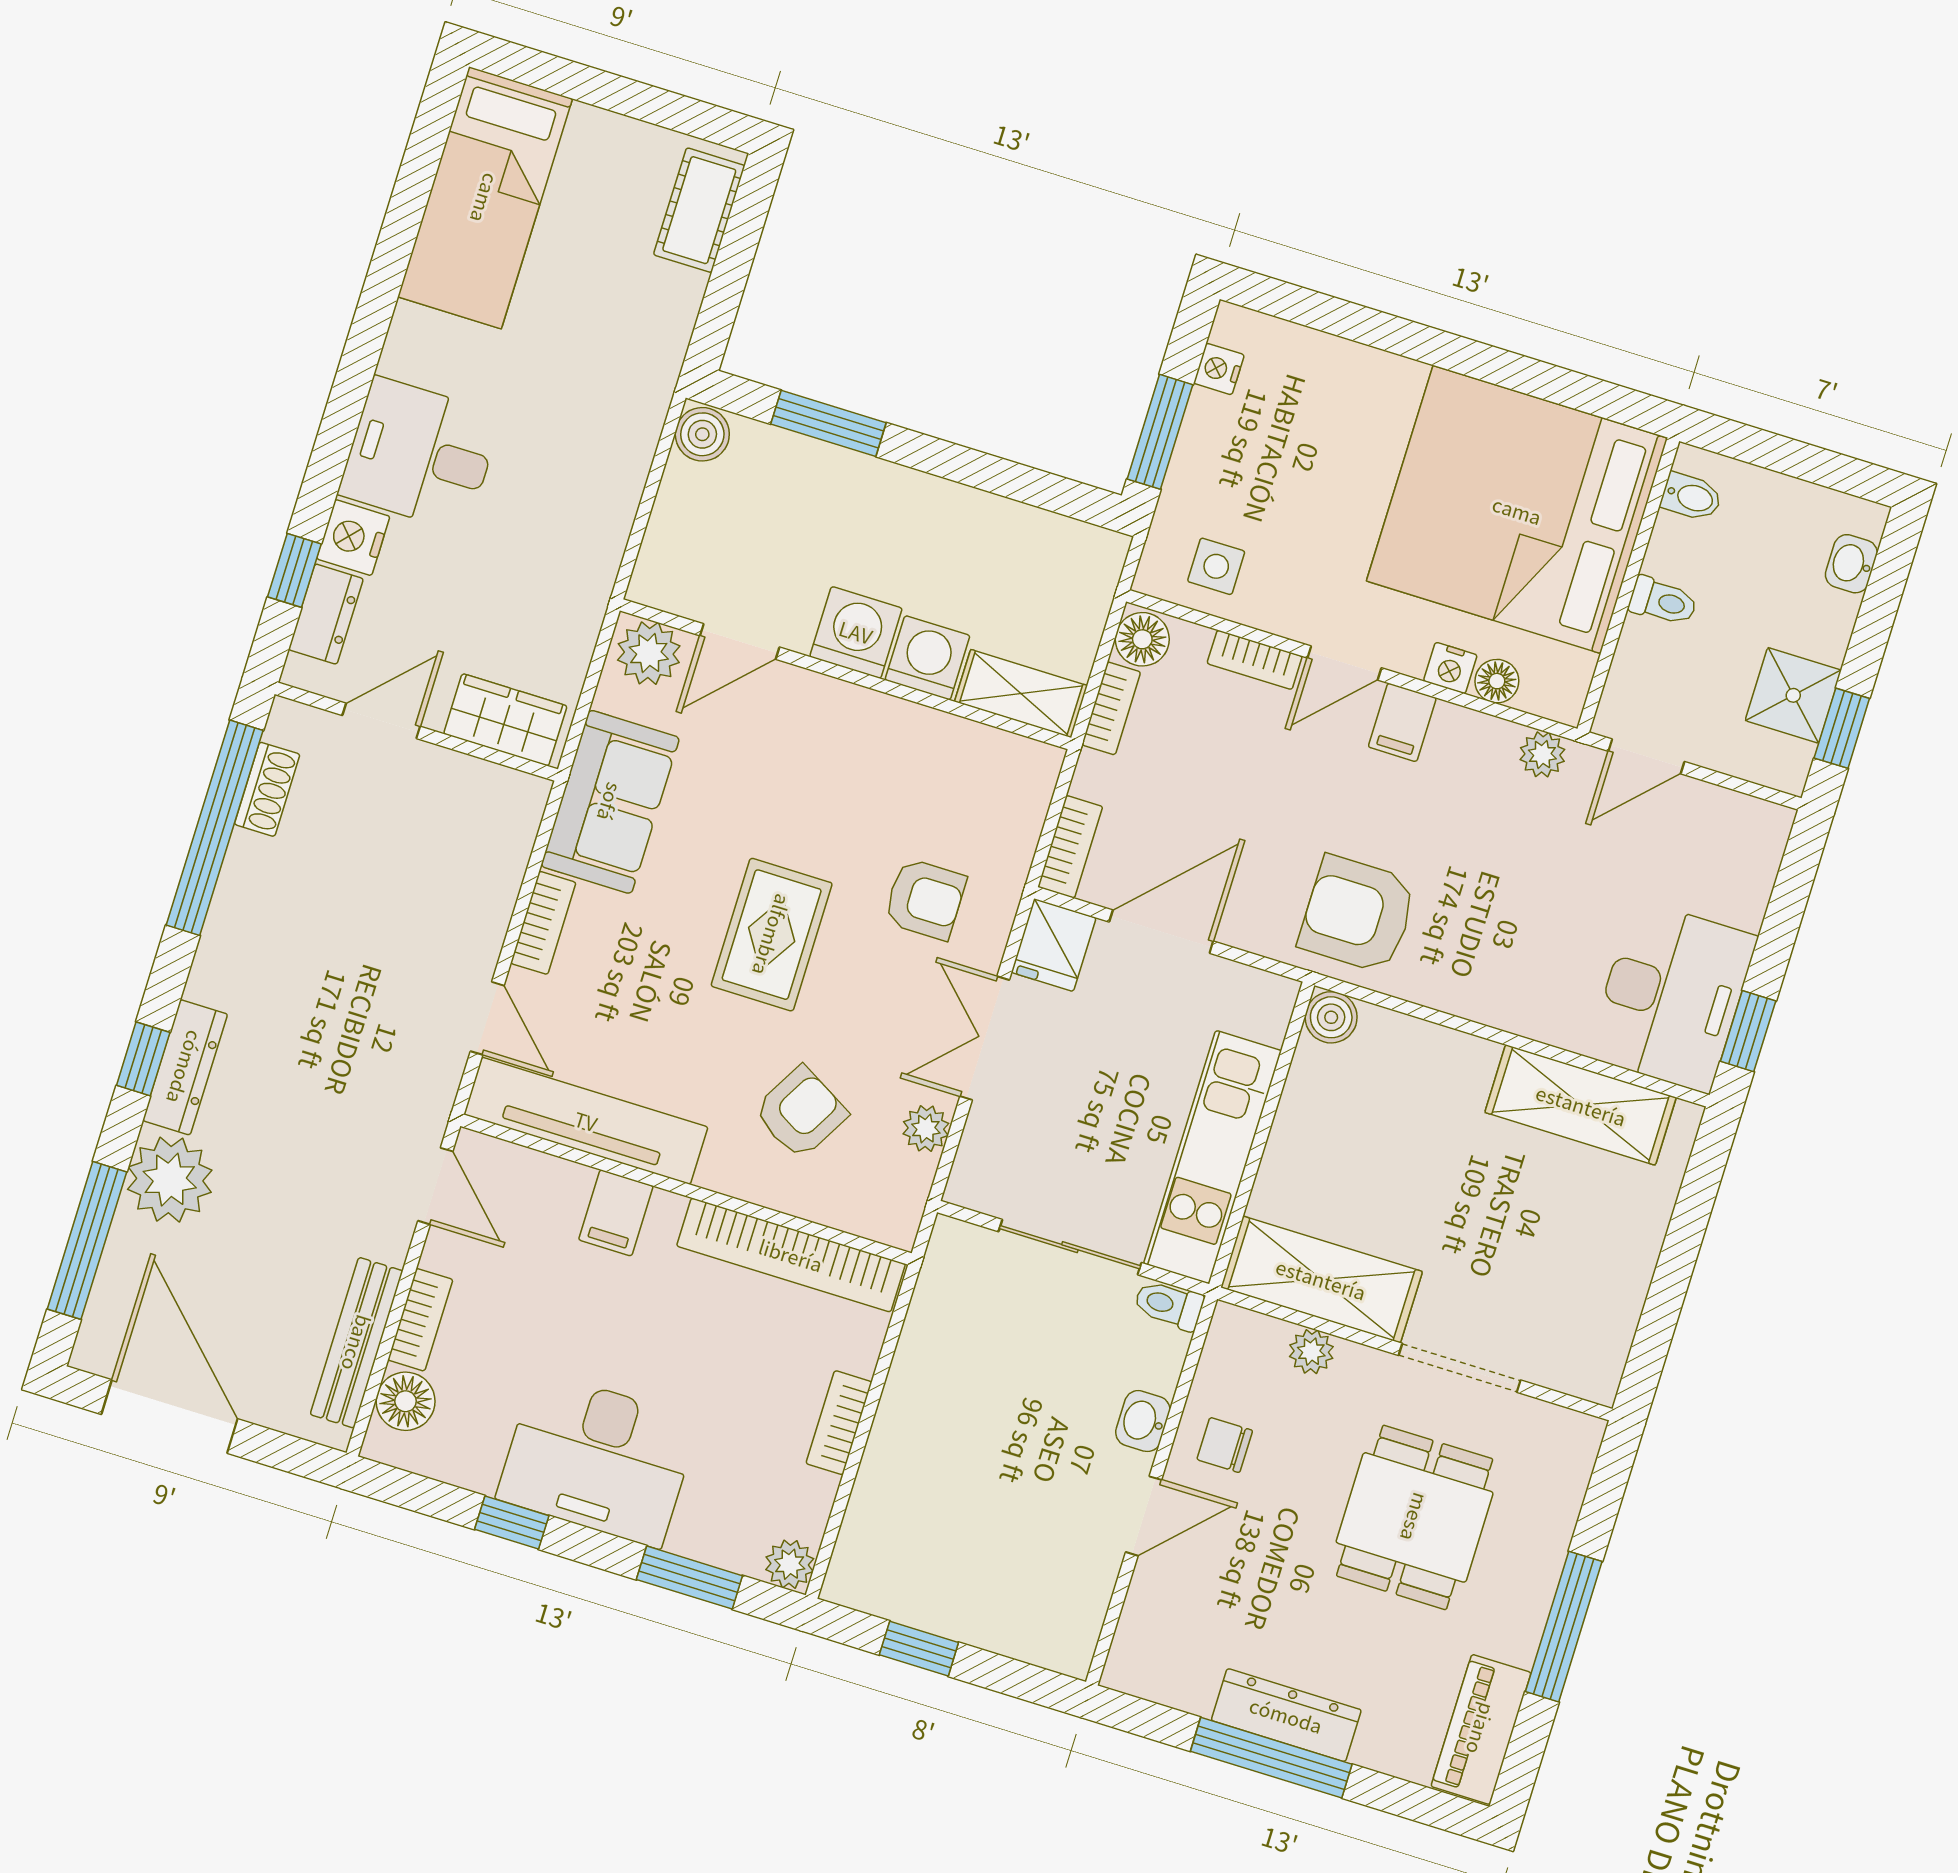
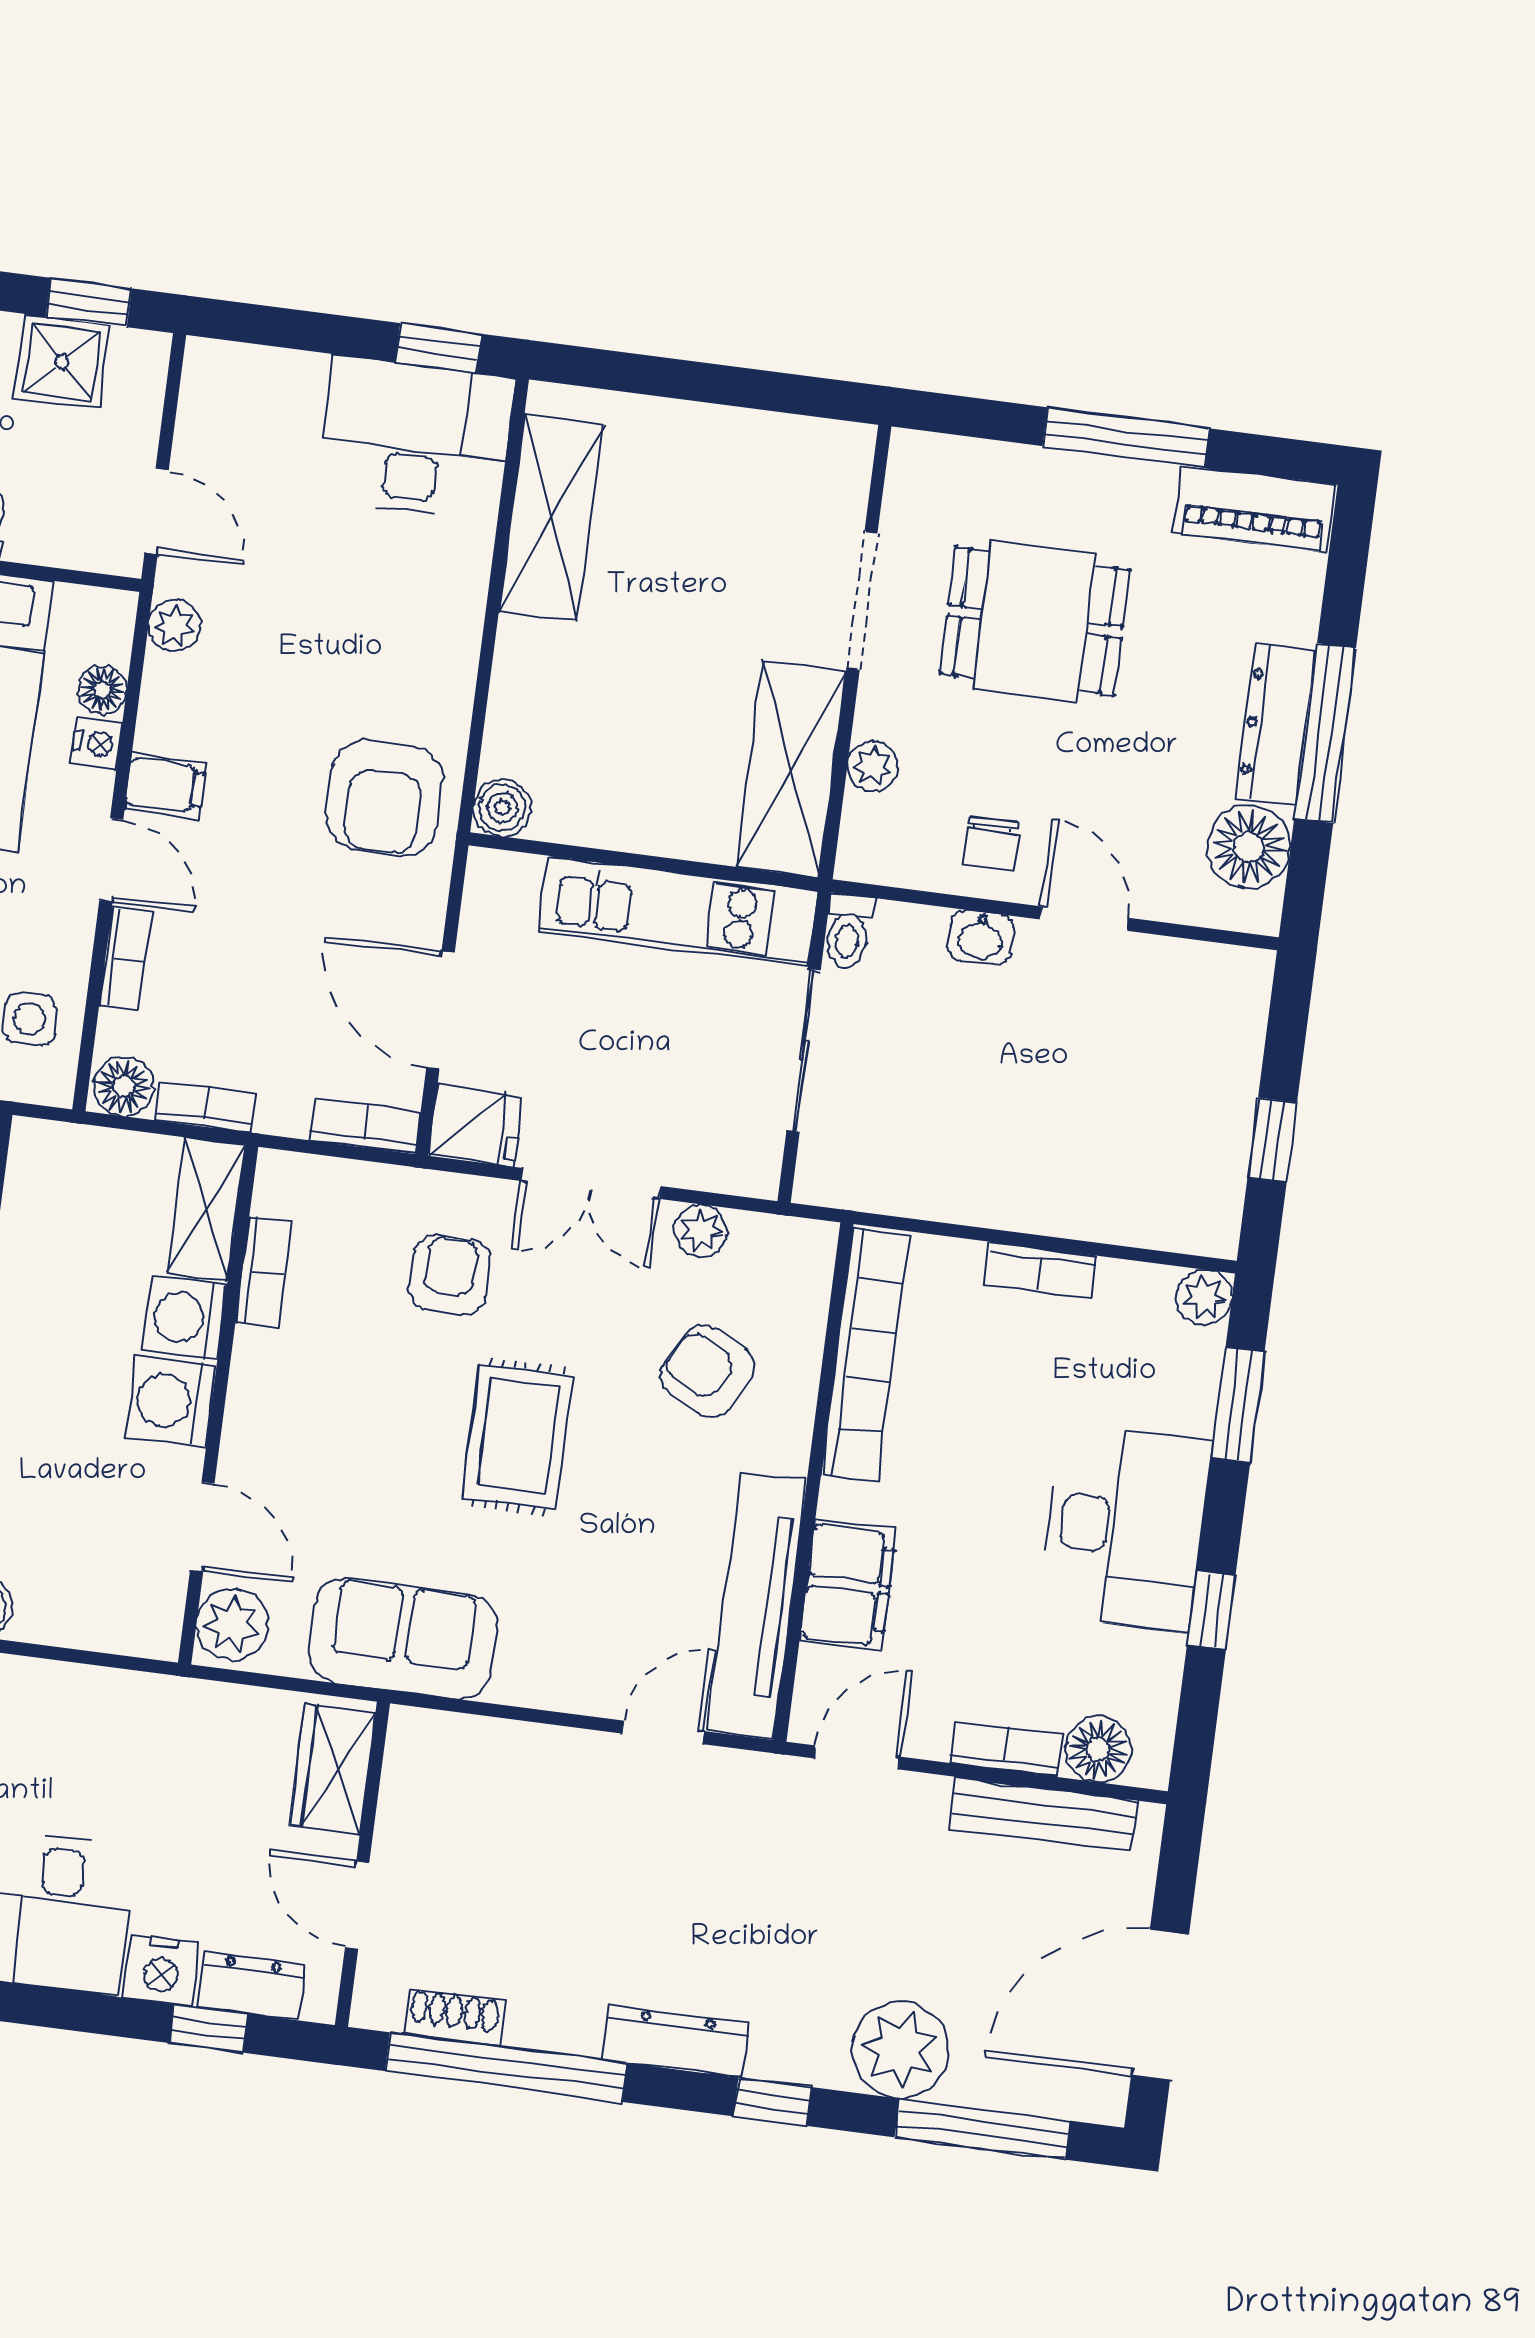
bookcase: (543, 923) -> (264, 1272), moved, turned 90
rug: (772, 935) -> (518, 1437), turned 90
dresser: (185, 1067) -> (676, 2042), moved
filing cabinet: (616, 1213) -> (848, 1585), width x2.00
floor lamp: (1182, 1673) -> (1249, 847), added

